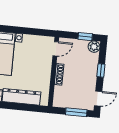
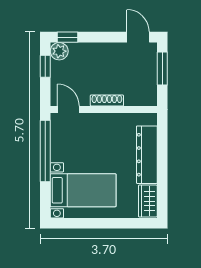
window: (30, 31) -> (45, 151), added
window: (101, 70) -> (68, 37), moved

